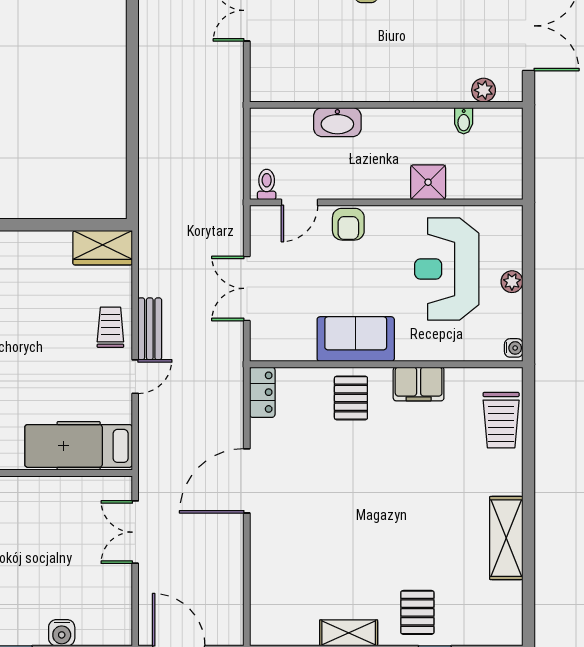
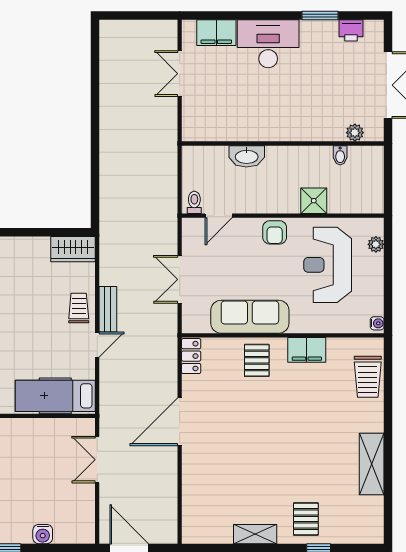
armchair: (348, 224) -> (275, 232), moved
plant: (512, 282) -> (376, 244), moved
sofa: (356, 339) -> (250, 317), width x1.36

